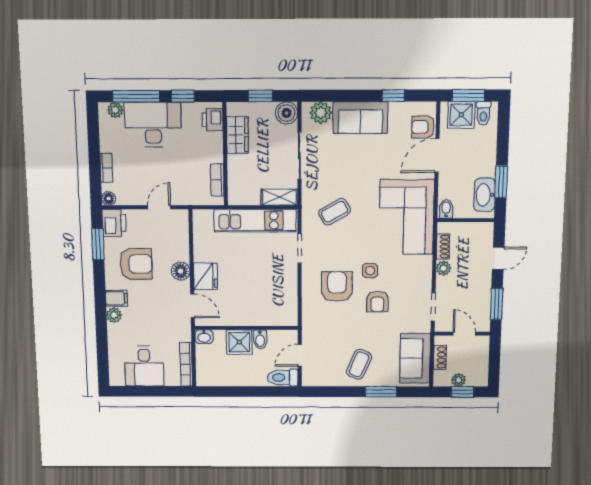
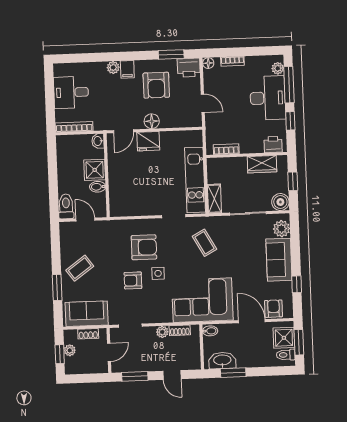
coffee table: (359, 364) -> (80, 268), turned -59

